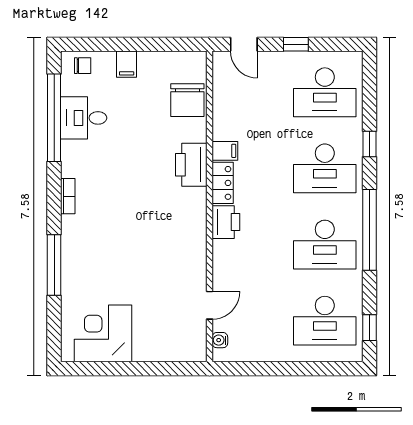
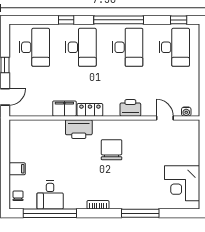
chair: (187, 100) -> (112, 150), moved, turned -90
filing cabinet: (225, 151) -> (64, 109), width x2.00
printer: (226, 222) -> (130, 108), moved

